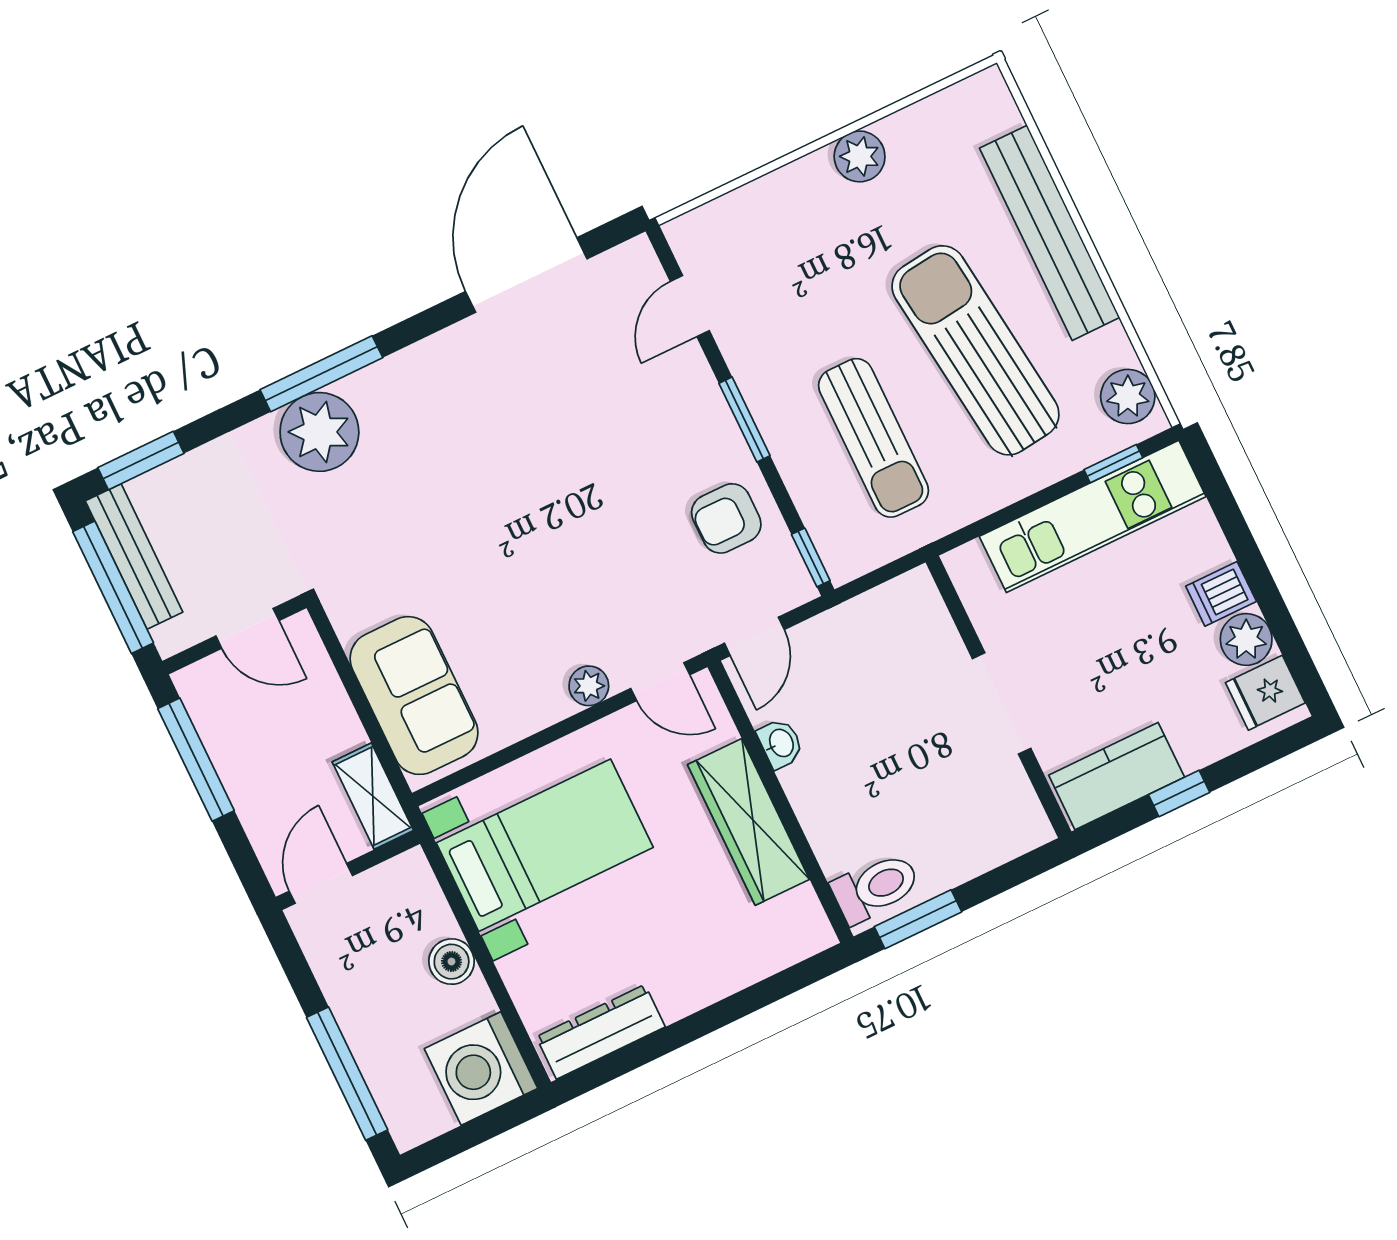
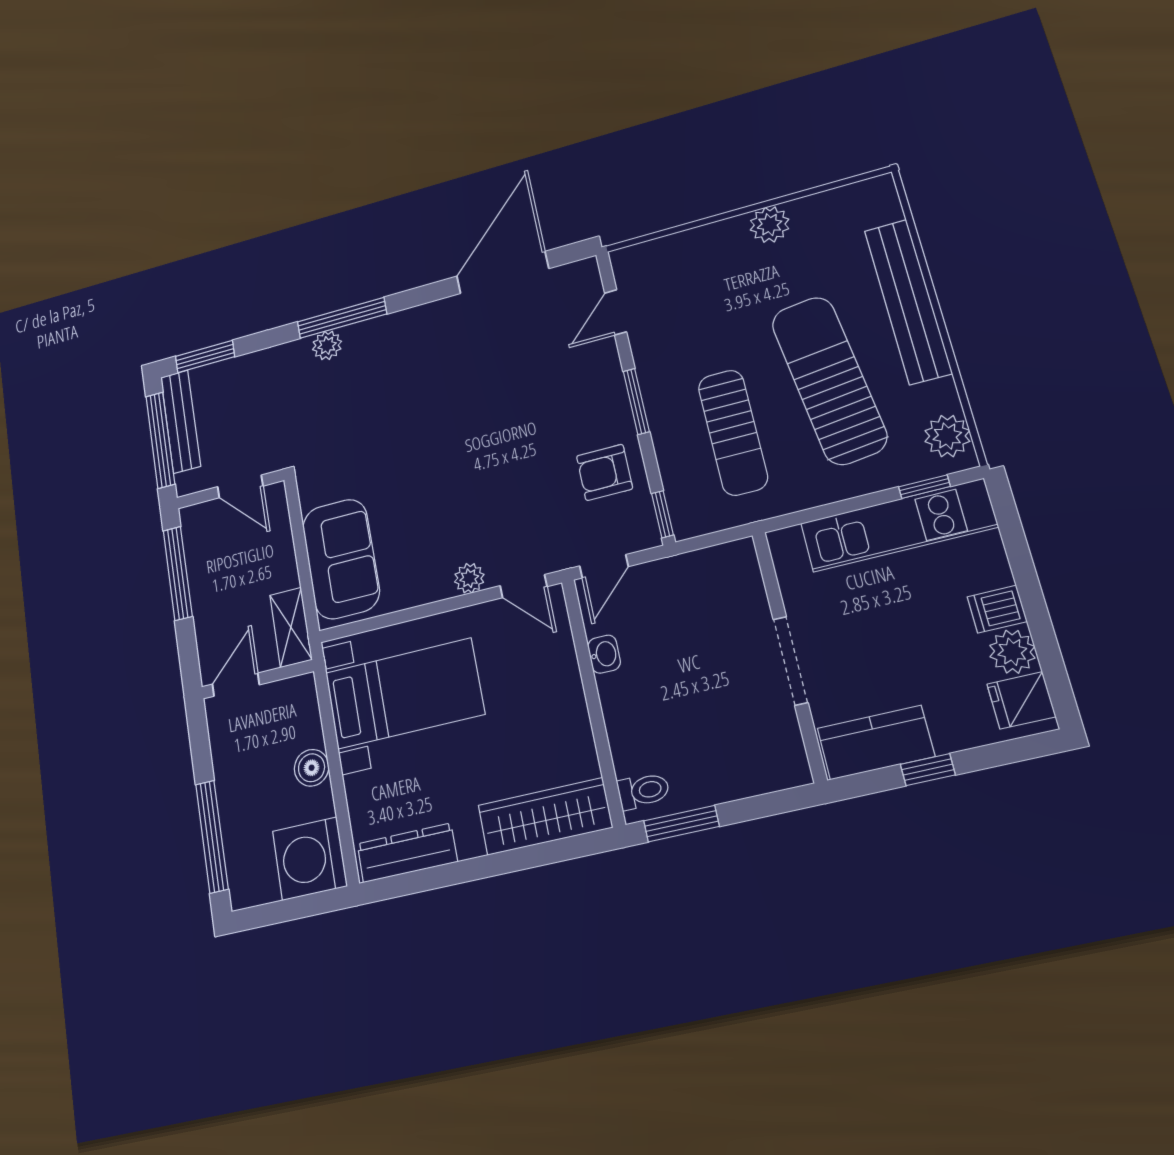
plant: (319, 432) -> (327, 345), width x0.53, depth x0.53
wardrobe: (748, 822) -> (545, 816), moved, turned 90
toilet: (876, 888) -> (643, 791), width x0.73, depth x0.72

